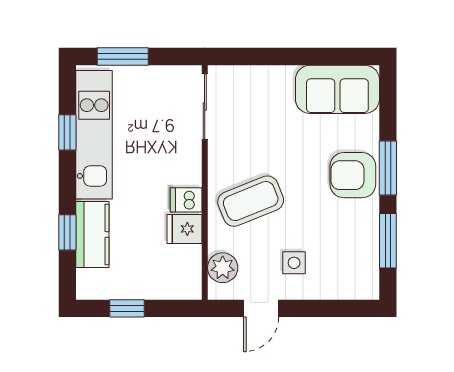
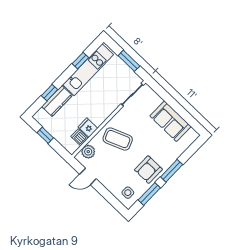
window: (123, 57) -> (129, 61), moved
sofa: (337, 89) -> (171, 121), moved
armchair: (353, 175) -> (148, 170), moved, turned -90
dishwasher: (186, 200) -> (80, 137), moved
side table: (294, 263) -> (128, 193), moved

